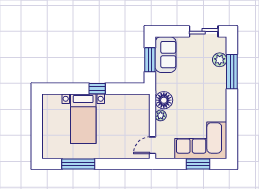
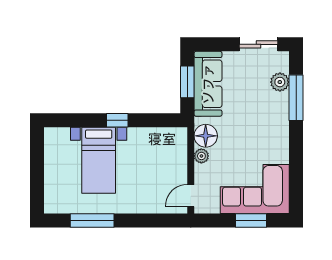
sofa: (166, 55) -> (208, 84), width x1.36

